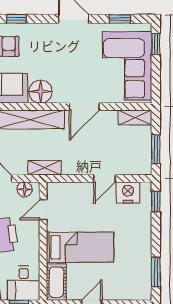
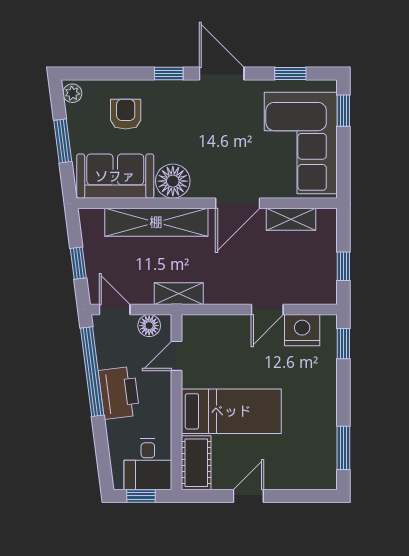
window: (16, 19) -> (169, 74), moved
shelving: (135, 117) -> (291, 219), moved
window: (156, 149) -> (343, 266), width x0.67

